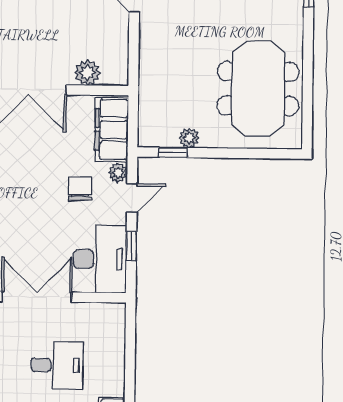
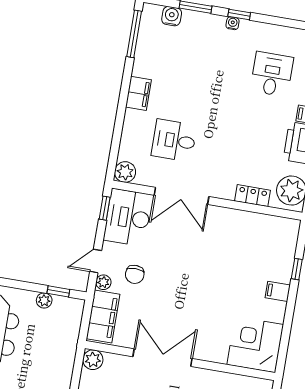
plant: (87, 73) -> (93, 360), moved
window: (131, 246) -> (105, 208), moved
plant: (112, 316) -> (125, 172), added

